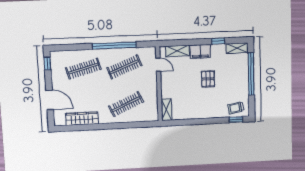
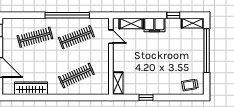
pallet: (208, 79) -> (162, 54), removed
window: (236, 120) -> (146, 97), moved

